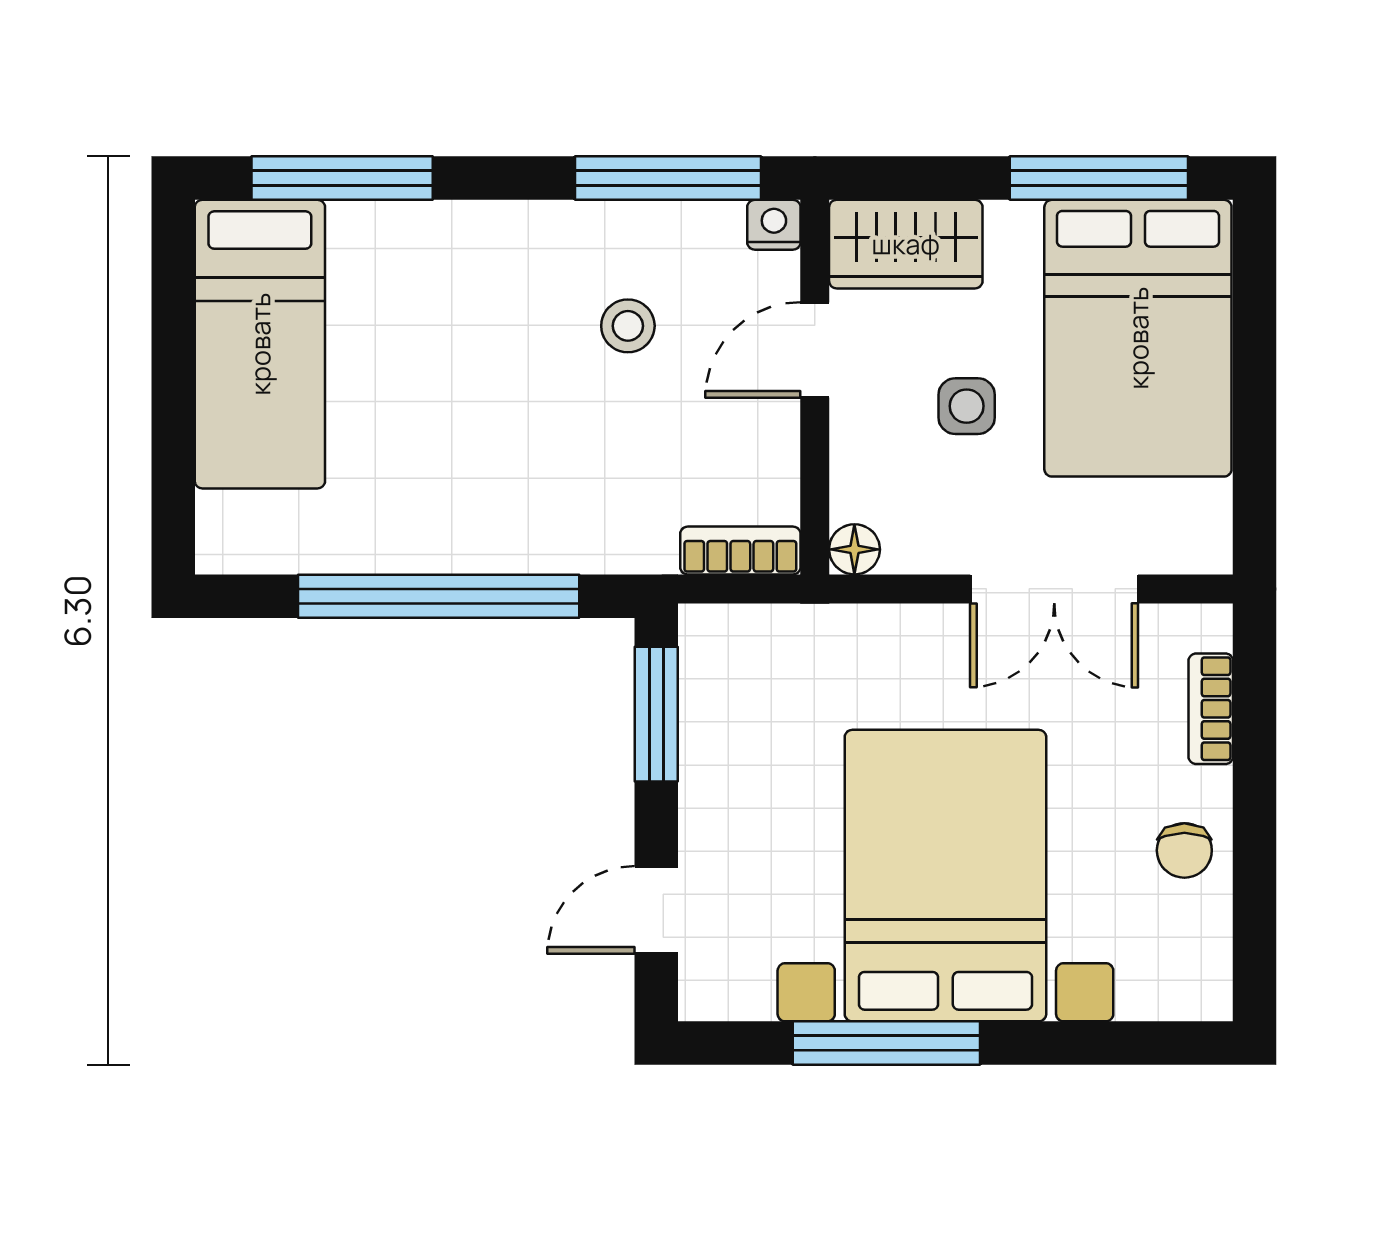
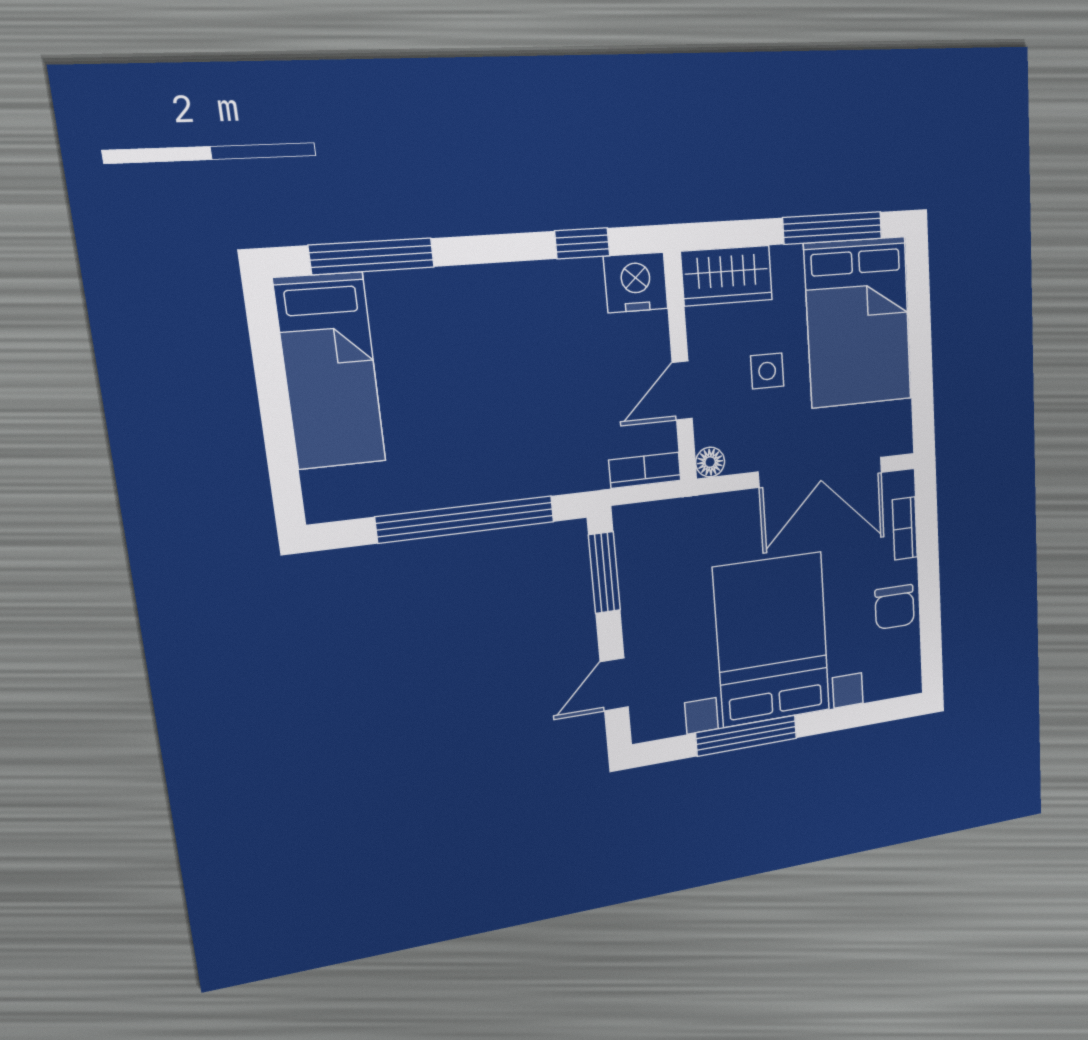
window: (668, 178) -> (582, 243), width x0.46
nightstand: (774, 225) -> (636, 282), width x1.89, depth x1.79
stool: (628, 326) -> (566, 339), removed
door: (815, 350) -> (682, 391), moved
double door: (1054, 589) -> (821, 472), width x1.37
chair: (1184, 850) -> (895, 607), width x1.37, depth x1.37

